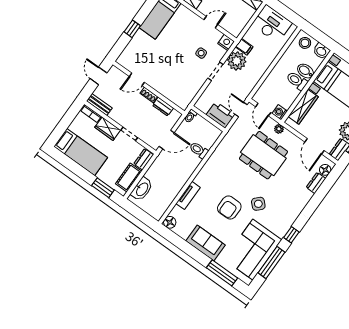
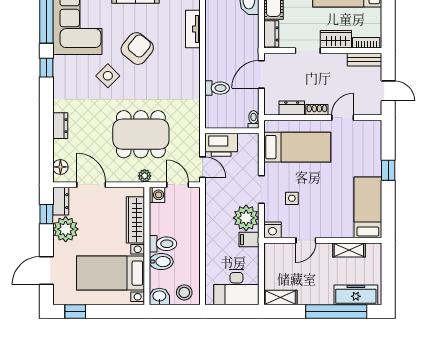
bed: (176, 81) -> (297, 147), added
dresser: (316, 183) -> (60, 126), moved
armchair: (229, 207) -> (137, 49), turned 39

